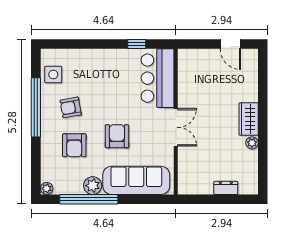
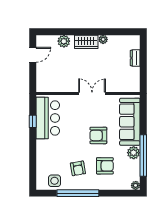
bar counter: (158, 78) -> (48, 118), moved, turned -90
plant: (249, 88) -> (64, 41), added

